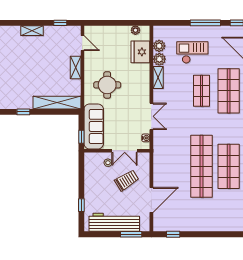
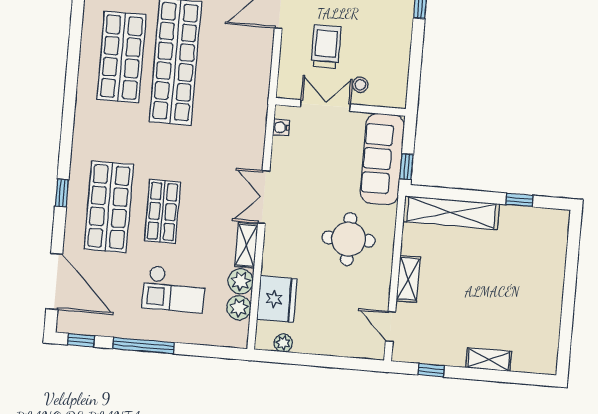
double door: (151, 116) -> (264, 197), moved
window: (81, 137) -> (406, 167), moved
trolley: (127, 180) -> (326, 46), turned 122

